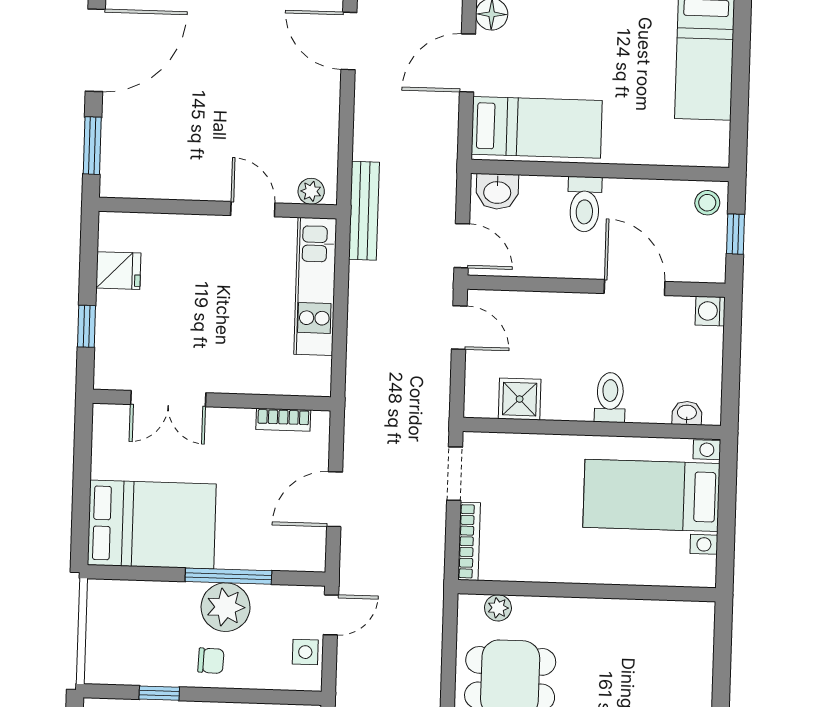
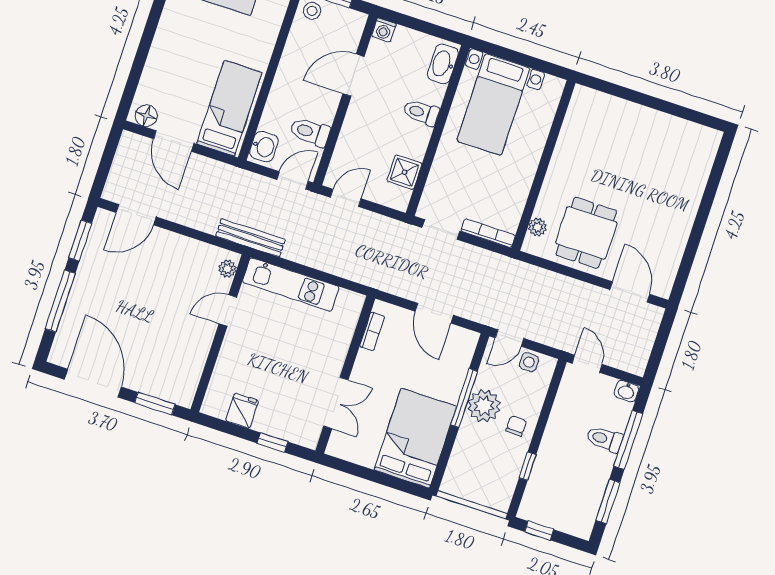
toilet: (585, 204) -> (310, 132), moved, turned 180
washbasin: (687, 413) -> (443, 64), width x1.91, depth x1.45
door: (331, 615) -> (509, 338), swing flipped

